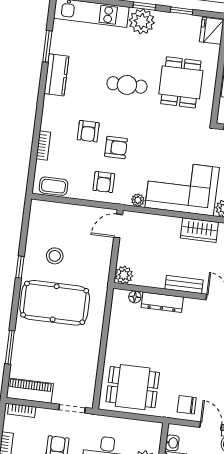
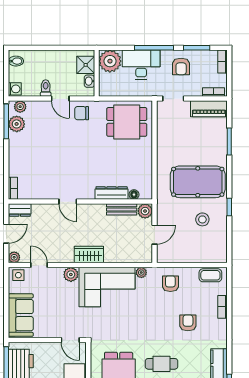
armchair: (116, 147) -> (164, 313), removed
door: (118, 226) -> (154, 235), moved
bench: (184, 285) -> (122, 209), moved
chair: (187, 405) -> (82, 113), turned 180

